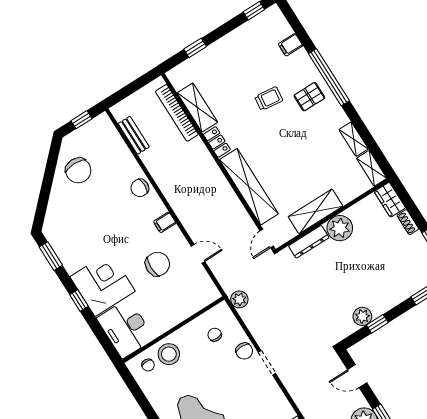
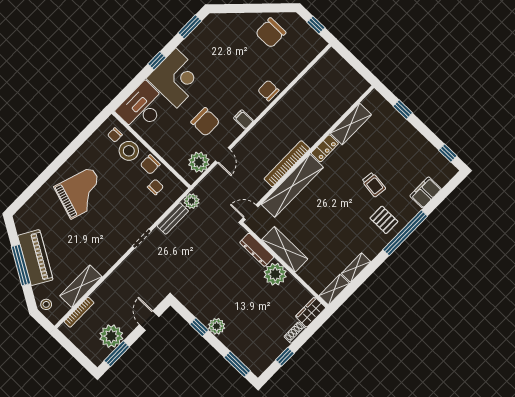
filing cabinet: (291, 45) -> (426, 192), width x2.00
bookcase: (177, 113) -> (287, 164), moved
bench: (134, 135) -> (173, 218), moved
plant: (199, 281) -> (199, 162), added
plant: (362, 316) -> (217, 326), moved
chair: (244, 351) -> (150, 165), moved

